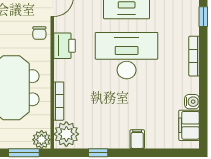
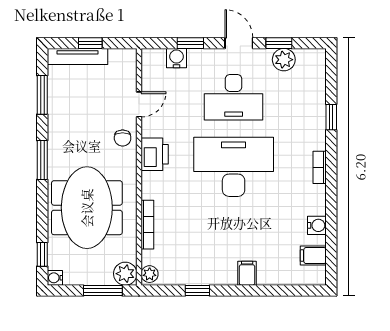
bookcase: (194, 56) -> (320, 167), width x0.64
filing cabinet: (189, 125) -> (313, 256), width x0.50
plant: (66, 134) -> (150, 274), width x0.53, depth x0.53

